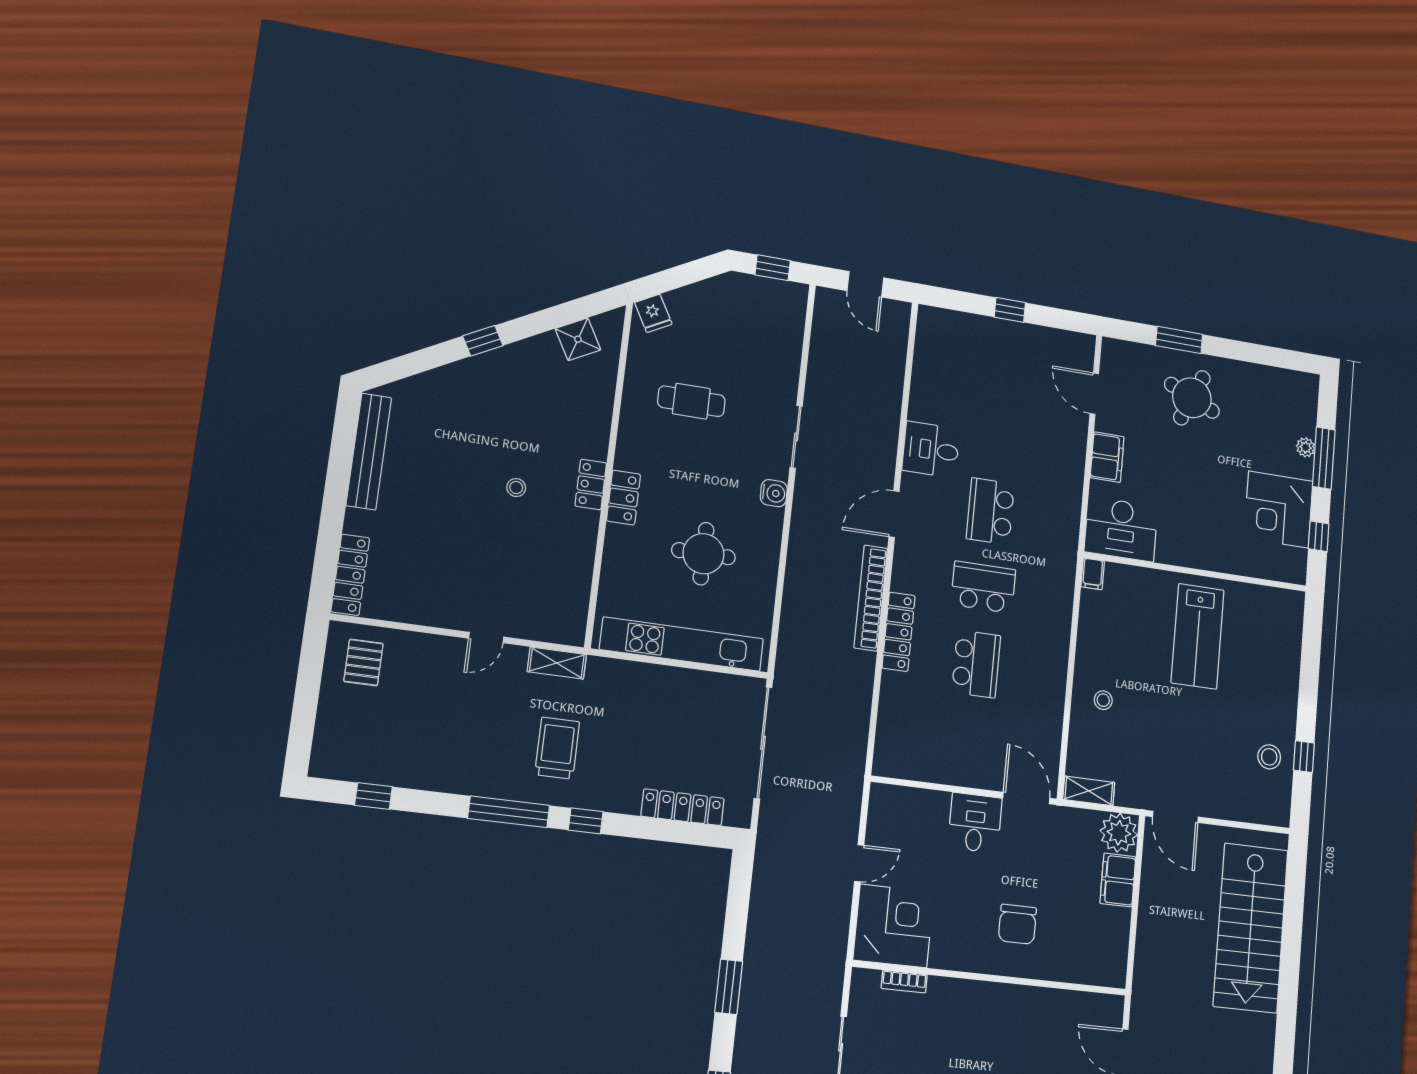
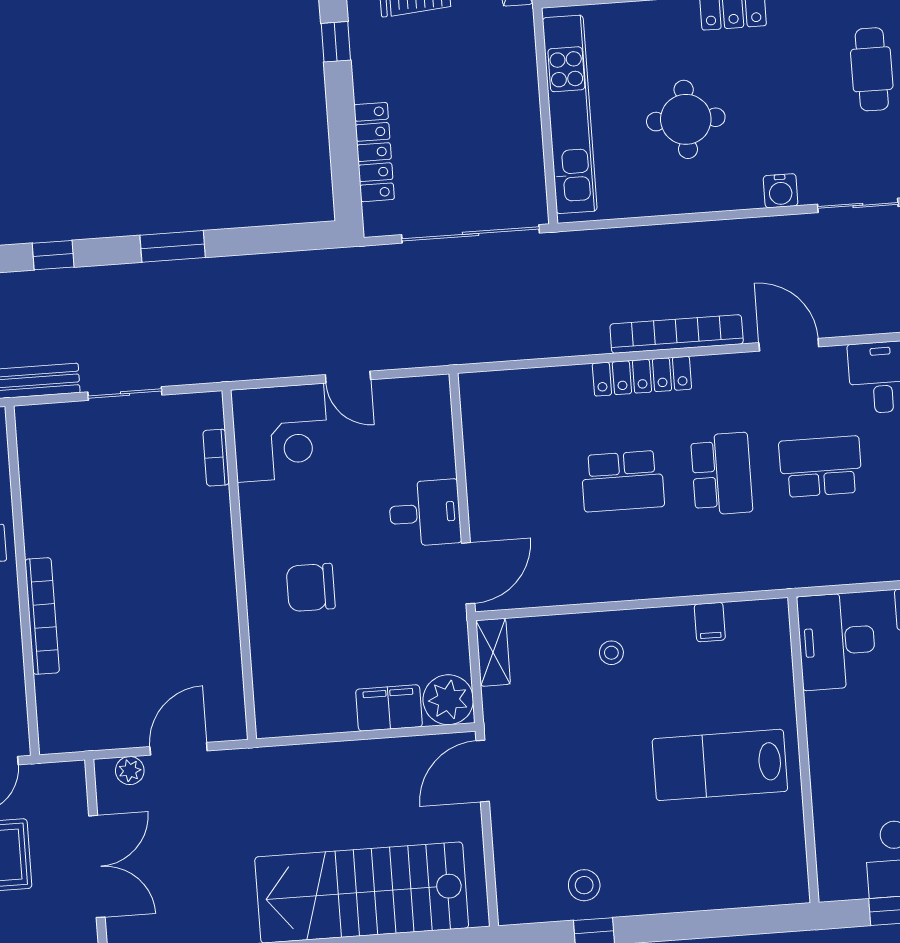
filing cabinet: (1093, 574) -> (710, 622), moved, turned -90

